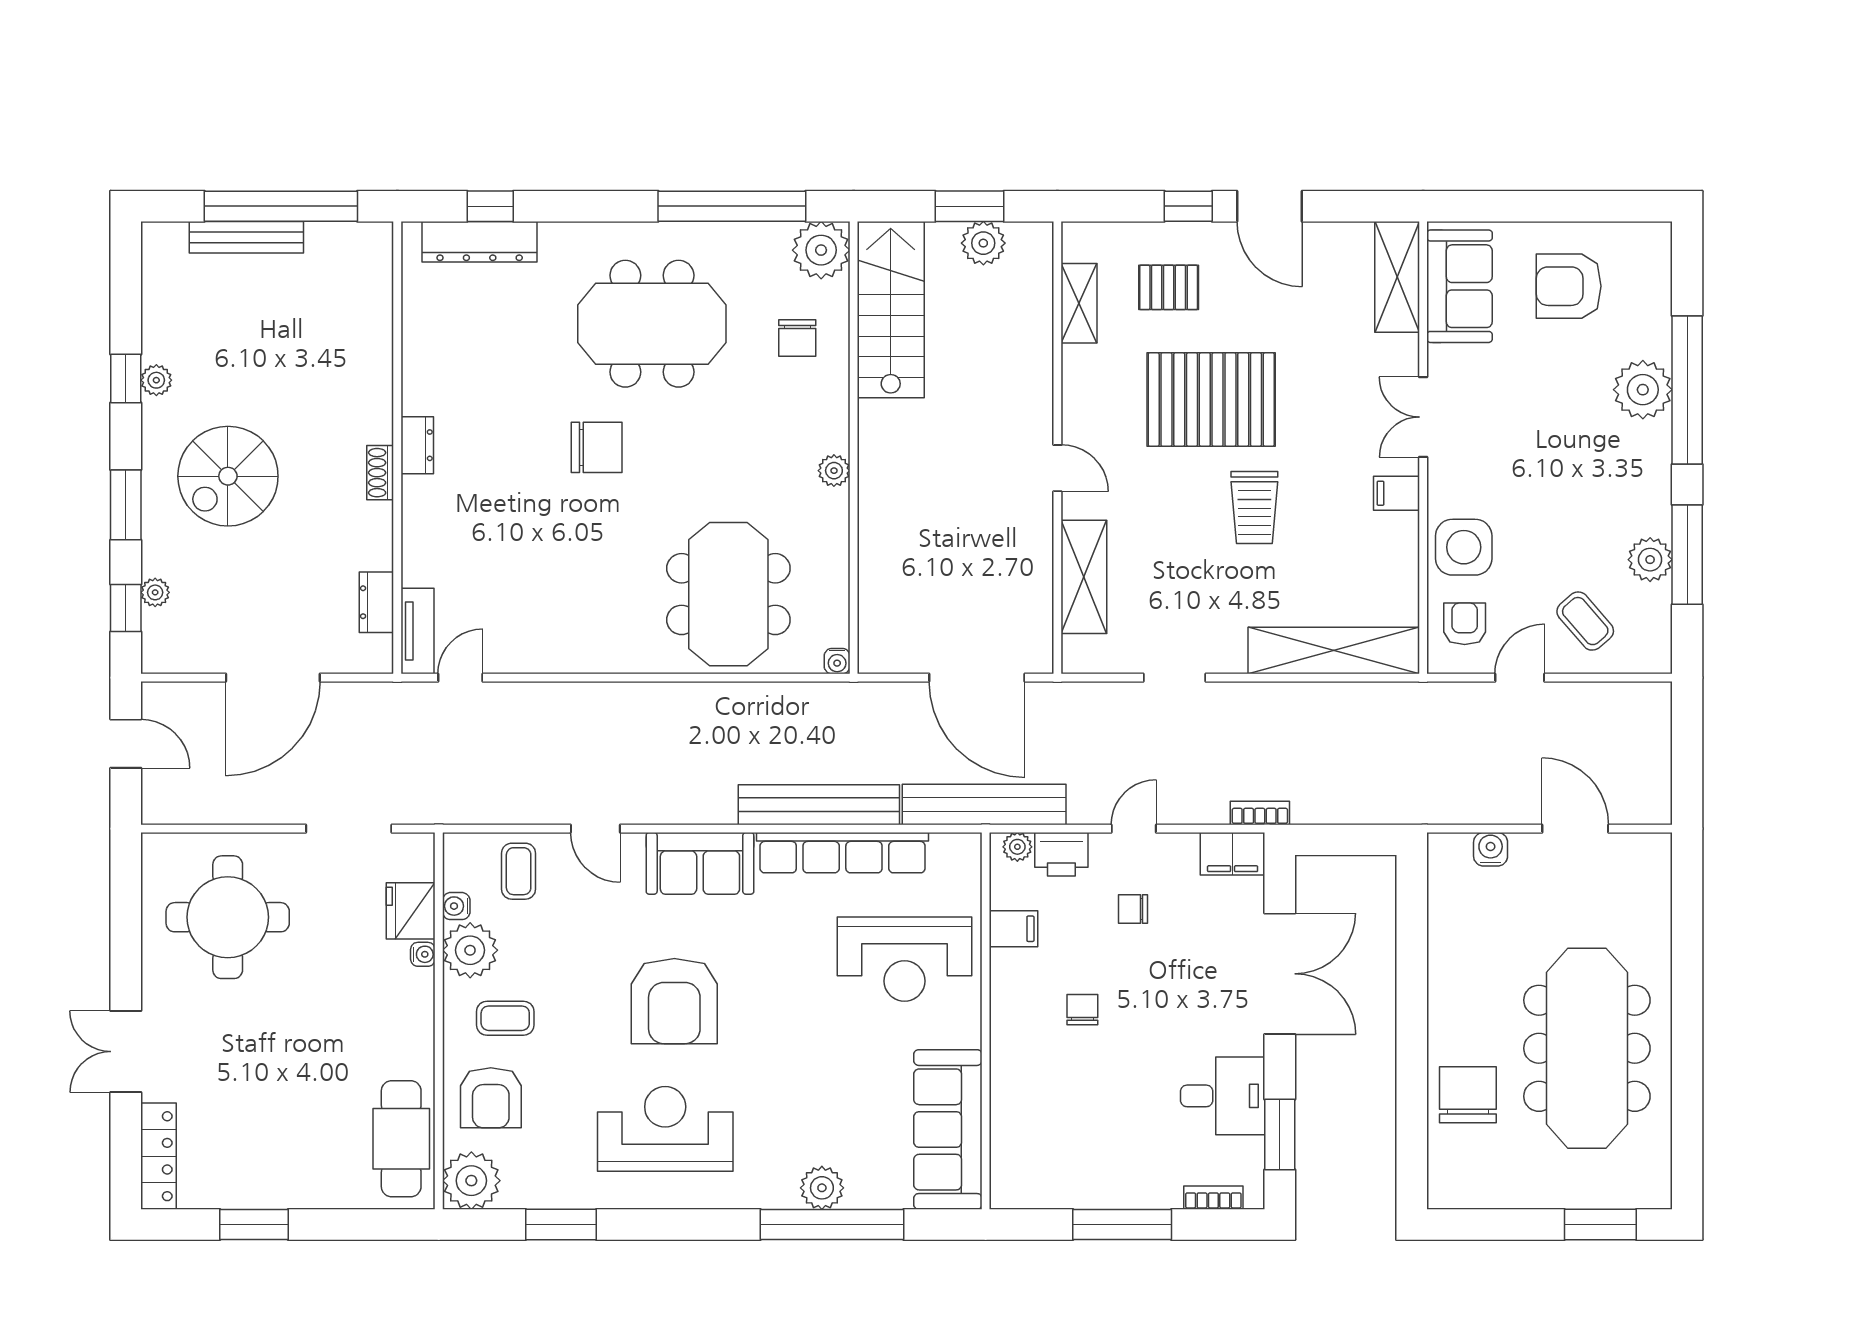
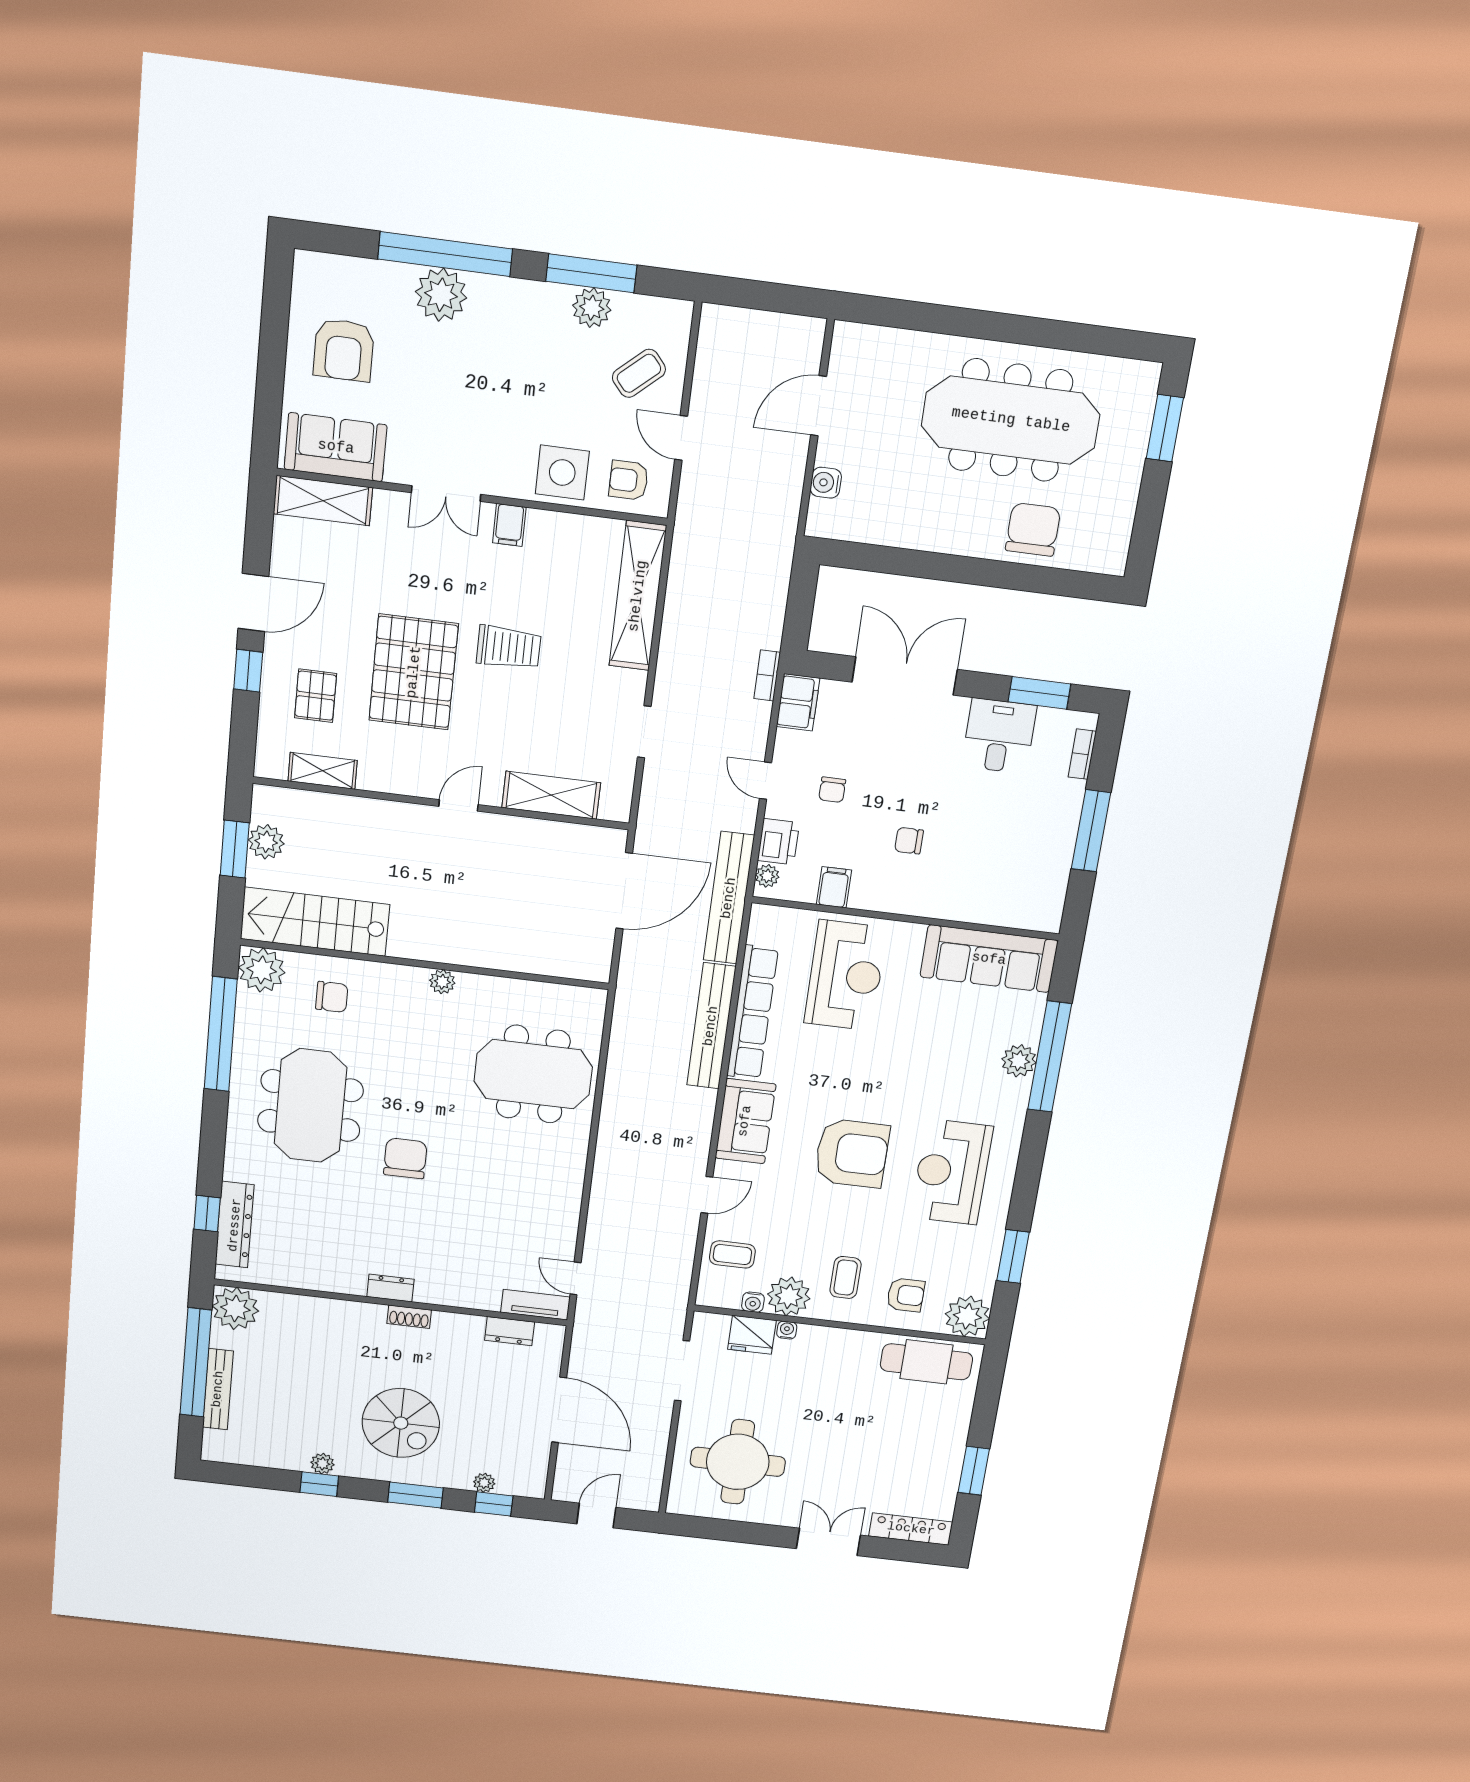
plant: (364, 251) -> (235, 1309), added
water cooler: (837, 661) -> (597, 998), removed
double door: (126, 1052) -> (828, 1542), swing flipped
chair: (1468, 1095) -> (1033, 529), turned 90
armchair: (491, 1098) -> (906, 1295), width x0.72, depth x0.72

